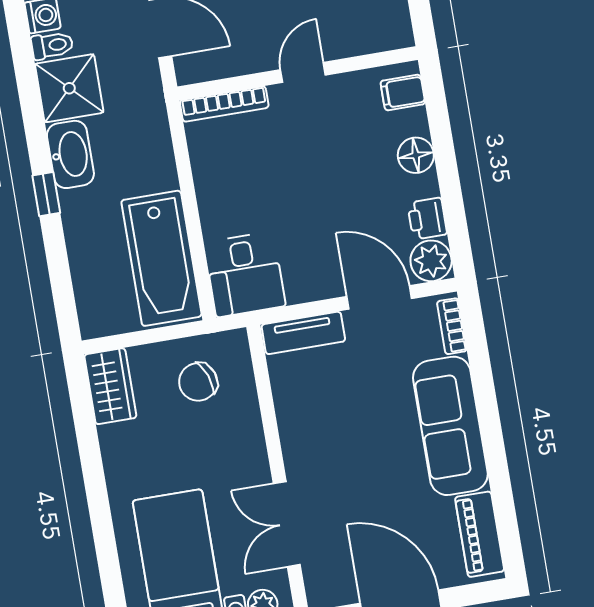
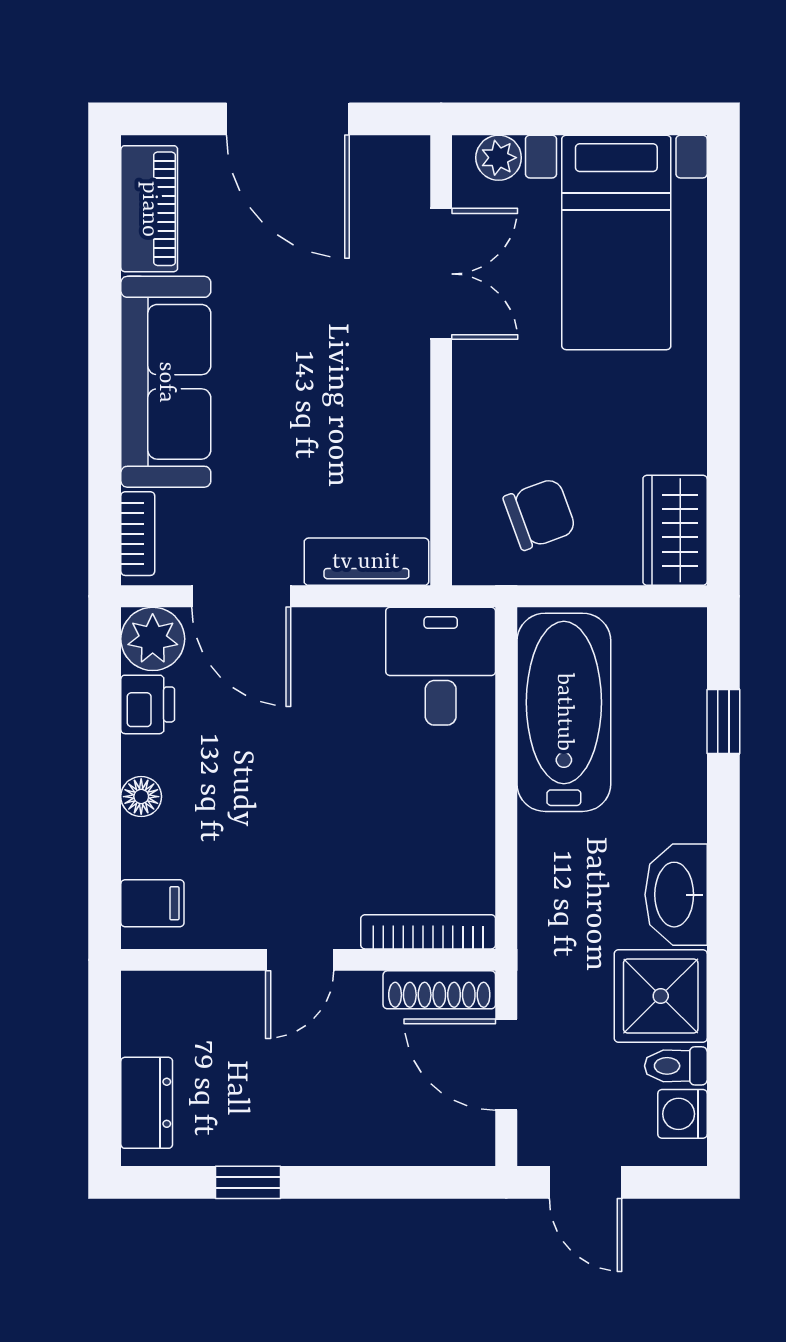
shoe rack: (211, 68) -> (439, 990), added
floor lamp: (416, 155) -> (141, 797), width x0.73, depth x0.73
window: (46, 194) -> (723, 721), moved

